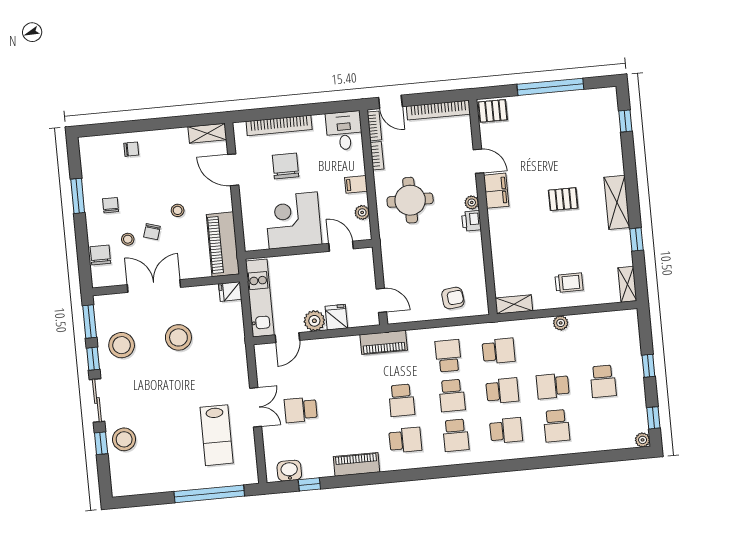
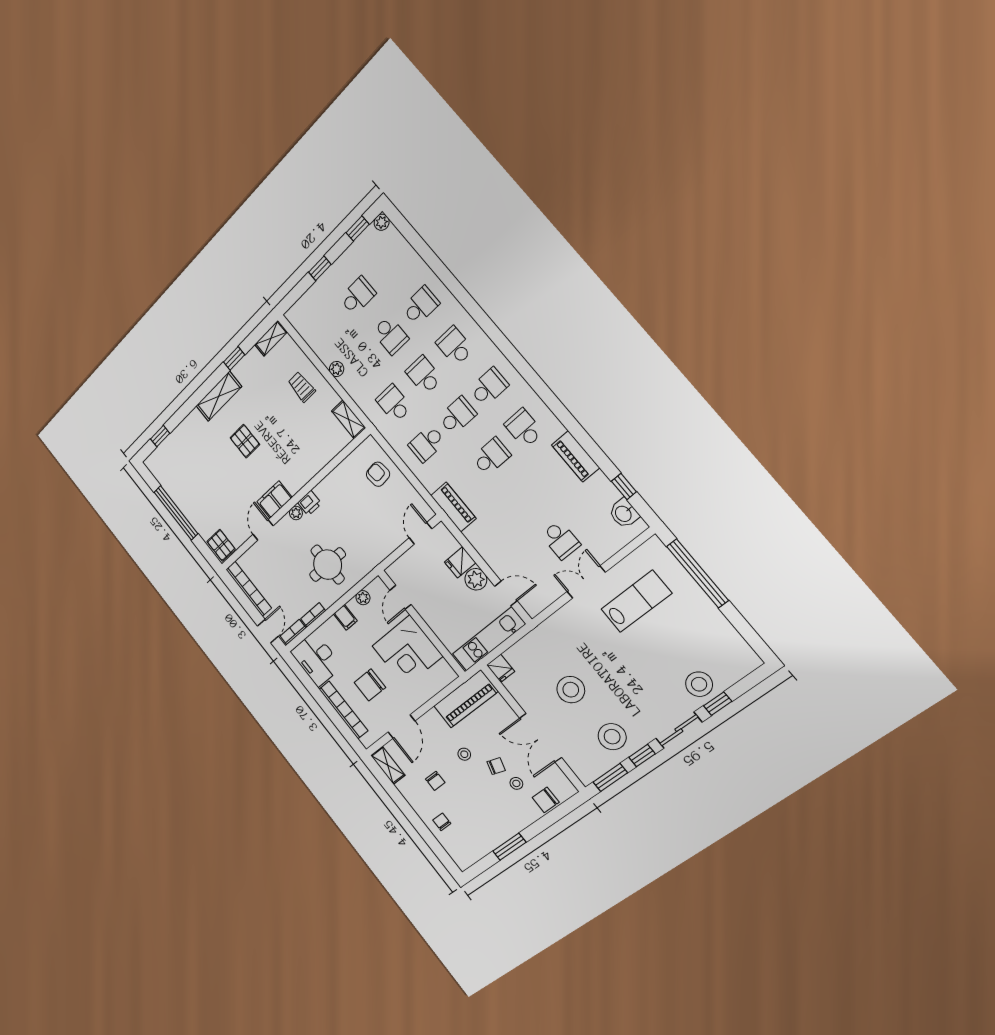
desk: (344, 131) -> (316, 659), width x1.37
chair: (111, 205) -> (435, 781), moved, turned -90

